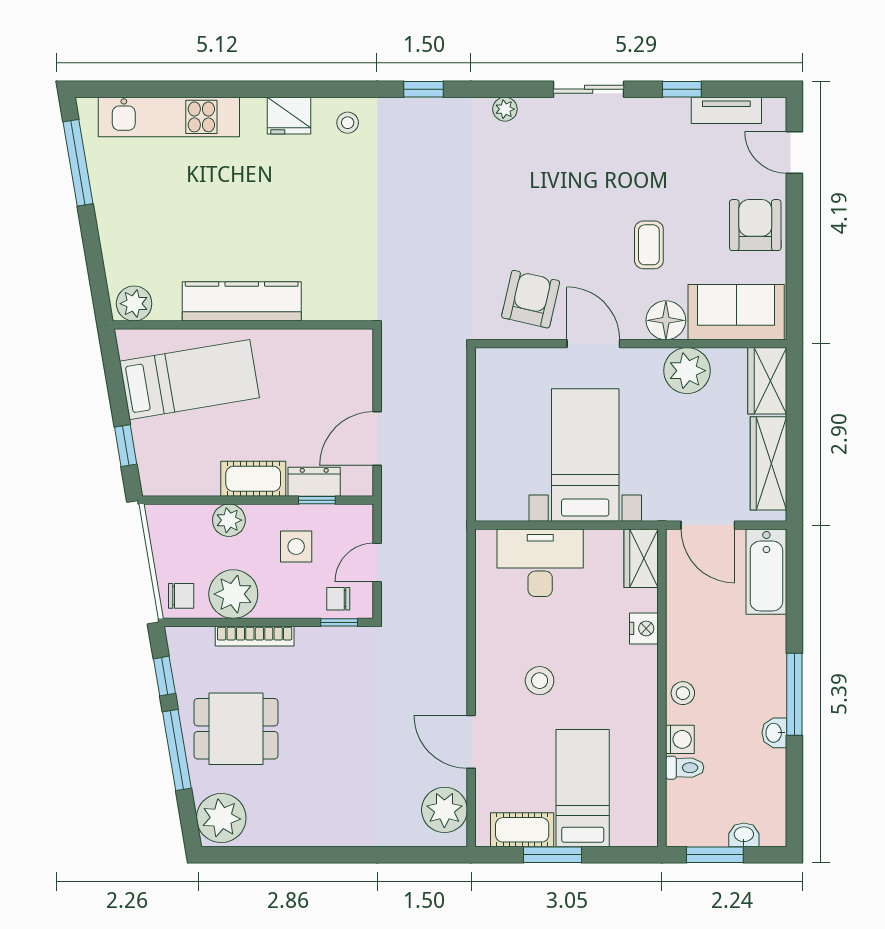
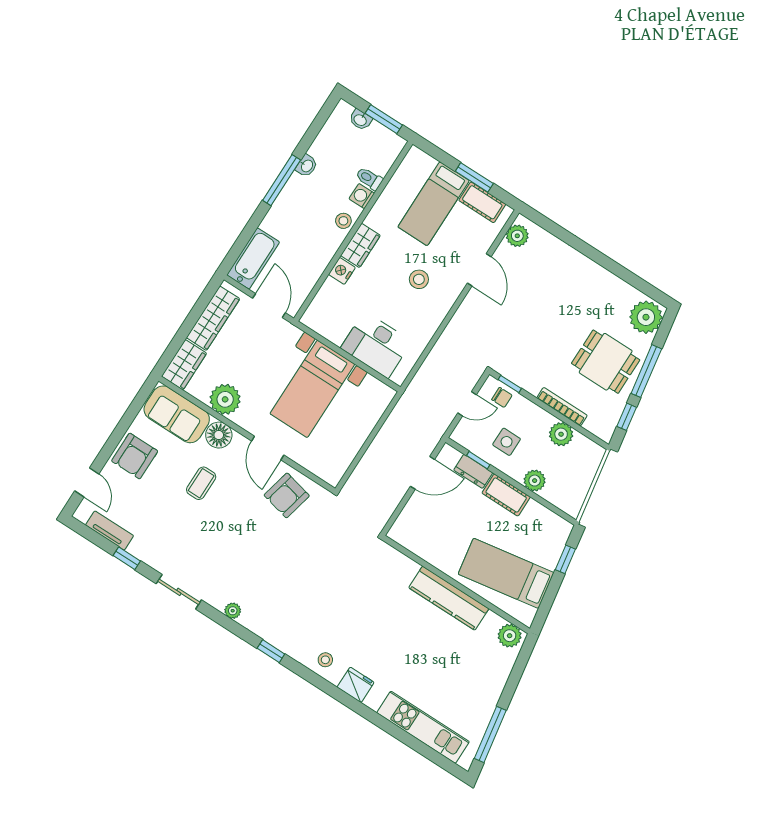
wardrobe: (641, 558) -> (360, 245), moved
plant: (233, 594) -> (561, 434), width x0.73, depth x0.73
chair: (181, 596) -> (589, 456), removed
plant: (444, 810) -> (517, 236), width x0.73, depth x0.73

